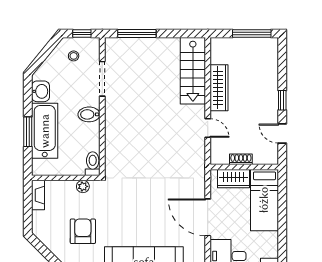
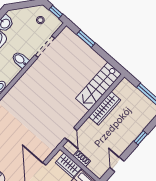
window: (137, 34) -> (86, 39), width x0.69
window: (282, 100) -> (141, 138), moved
door: (208, 128) -> (71, 134), moved

